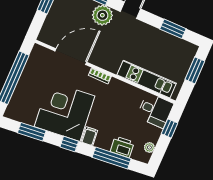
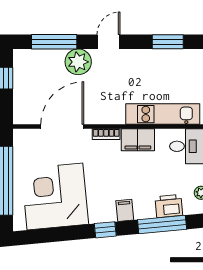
filing cabinet: (121, 90) -> (138, 140), added
corner desk: (64, 111) -> (55, 196), moved
window: (32, 132) -> (55, 235), removed

